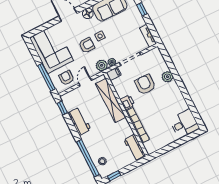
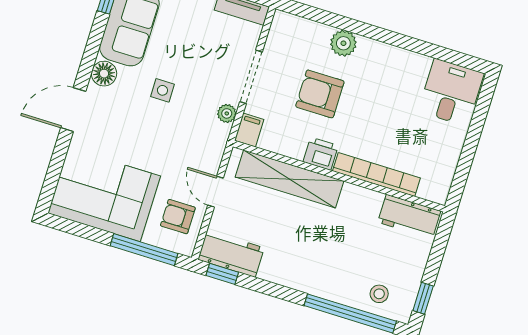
armchair: (87, 45) -> (156, 128), removed
plant: (102, 65) -> (215, 136), removed
workbench: (79, 121) -> (231, 254), moved

